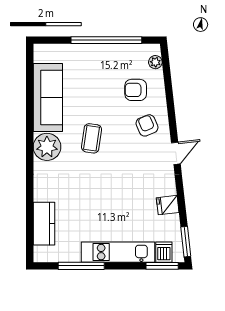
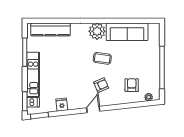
armchair: (147, 125) -> (101, 85), moved
door: (176, 153) -> (93, 110), swing flipped
kitchen counter: (44, 224) -> (50, 29), width x1.50

